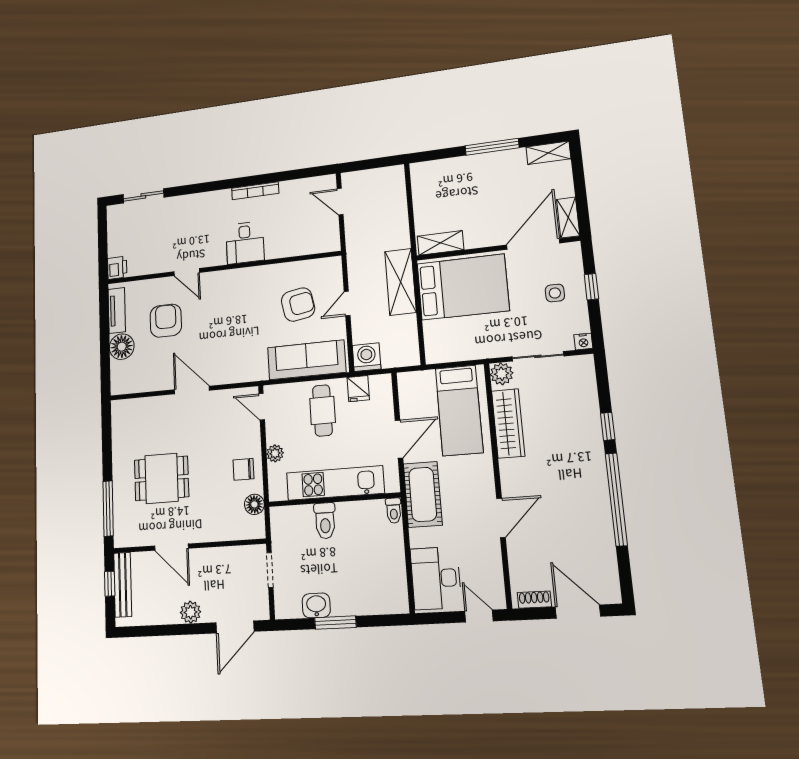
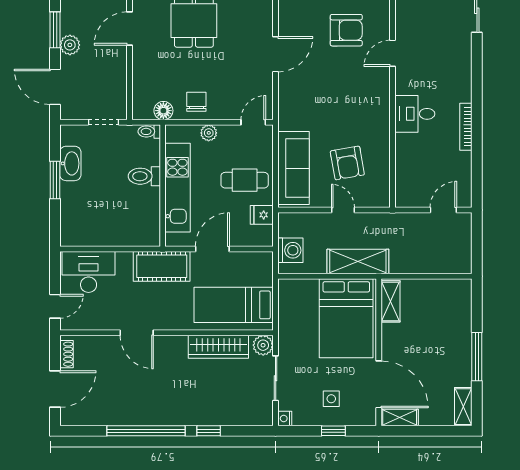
washing machine: (367, 357) -> (290, 250), moved
door: (399, 439) -> (212, 249), swing flipped
toilet: (394, 511) -> (149, 131), moved
washbasin: (316, 605) -> (70, 163), width x1.38
window: (176, 630) -> (55, 30), added

